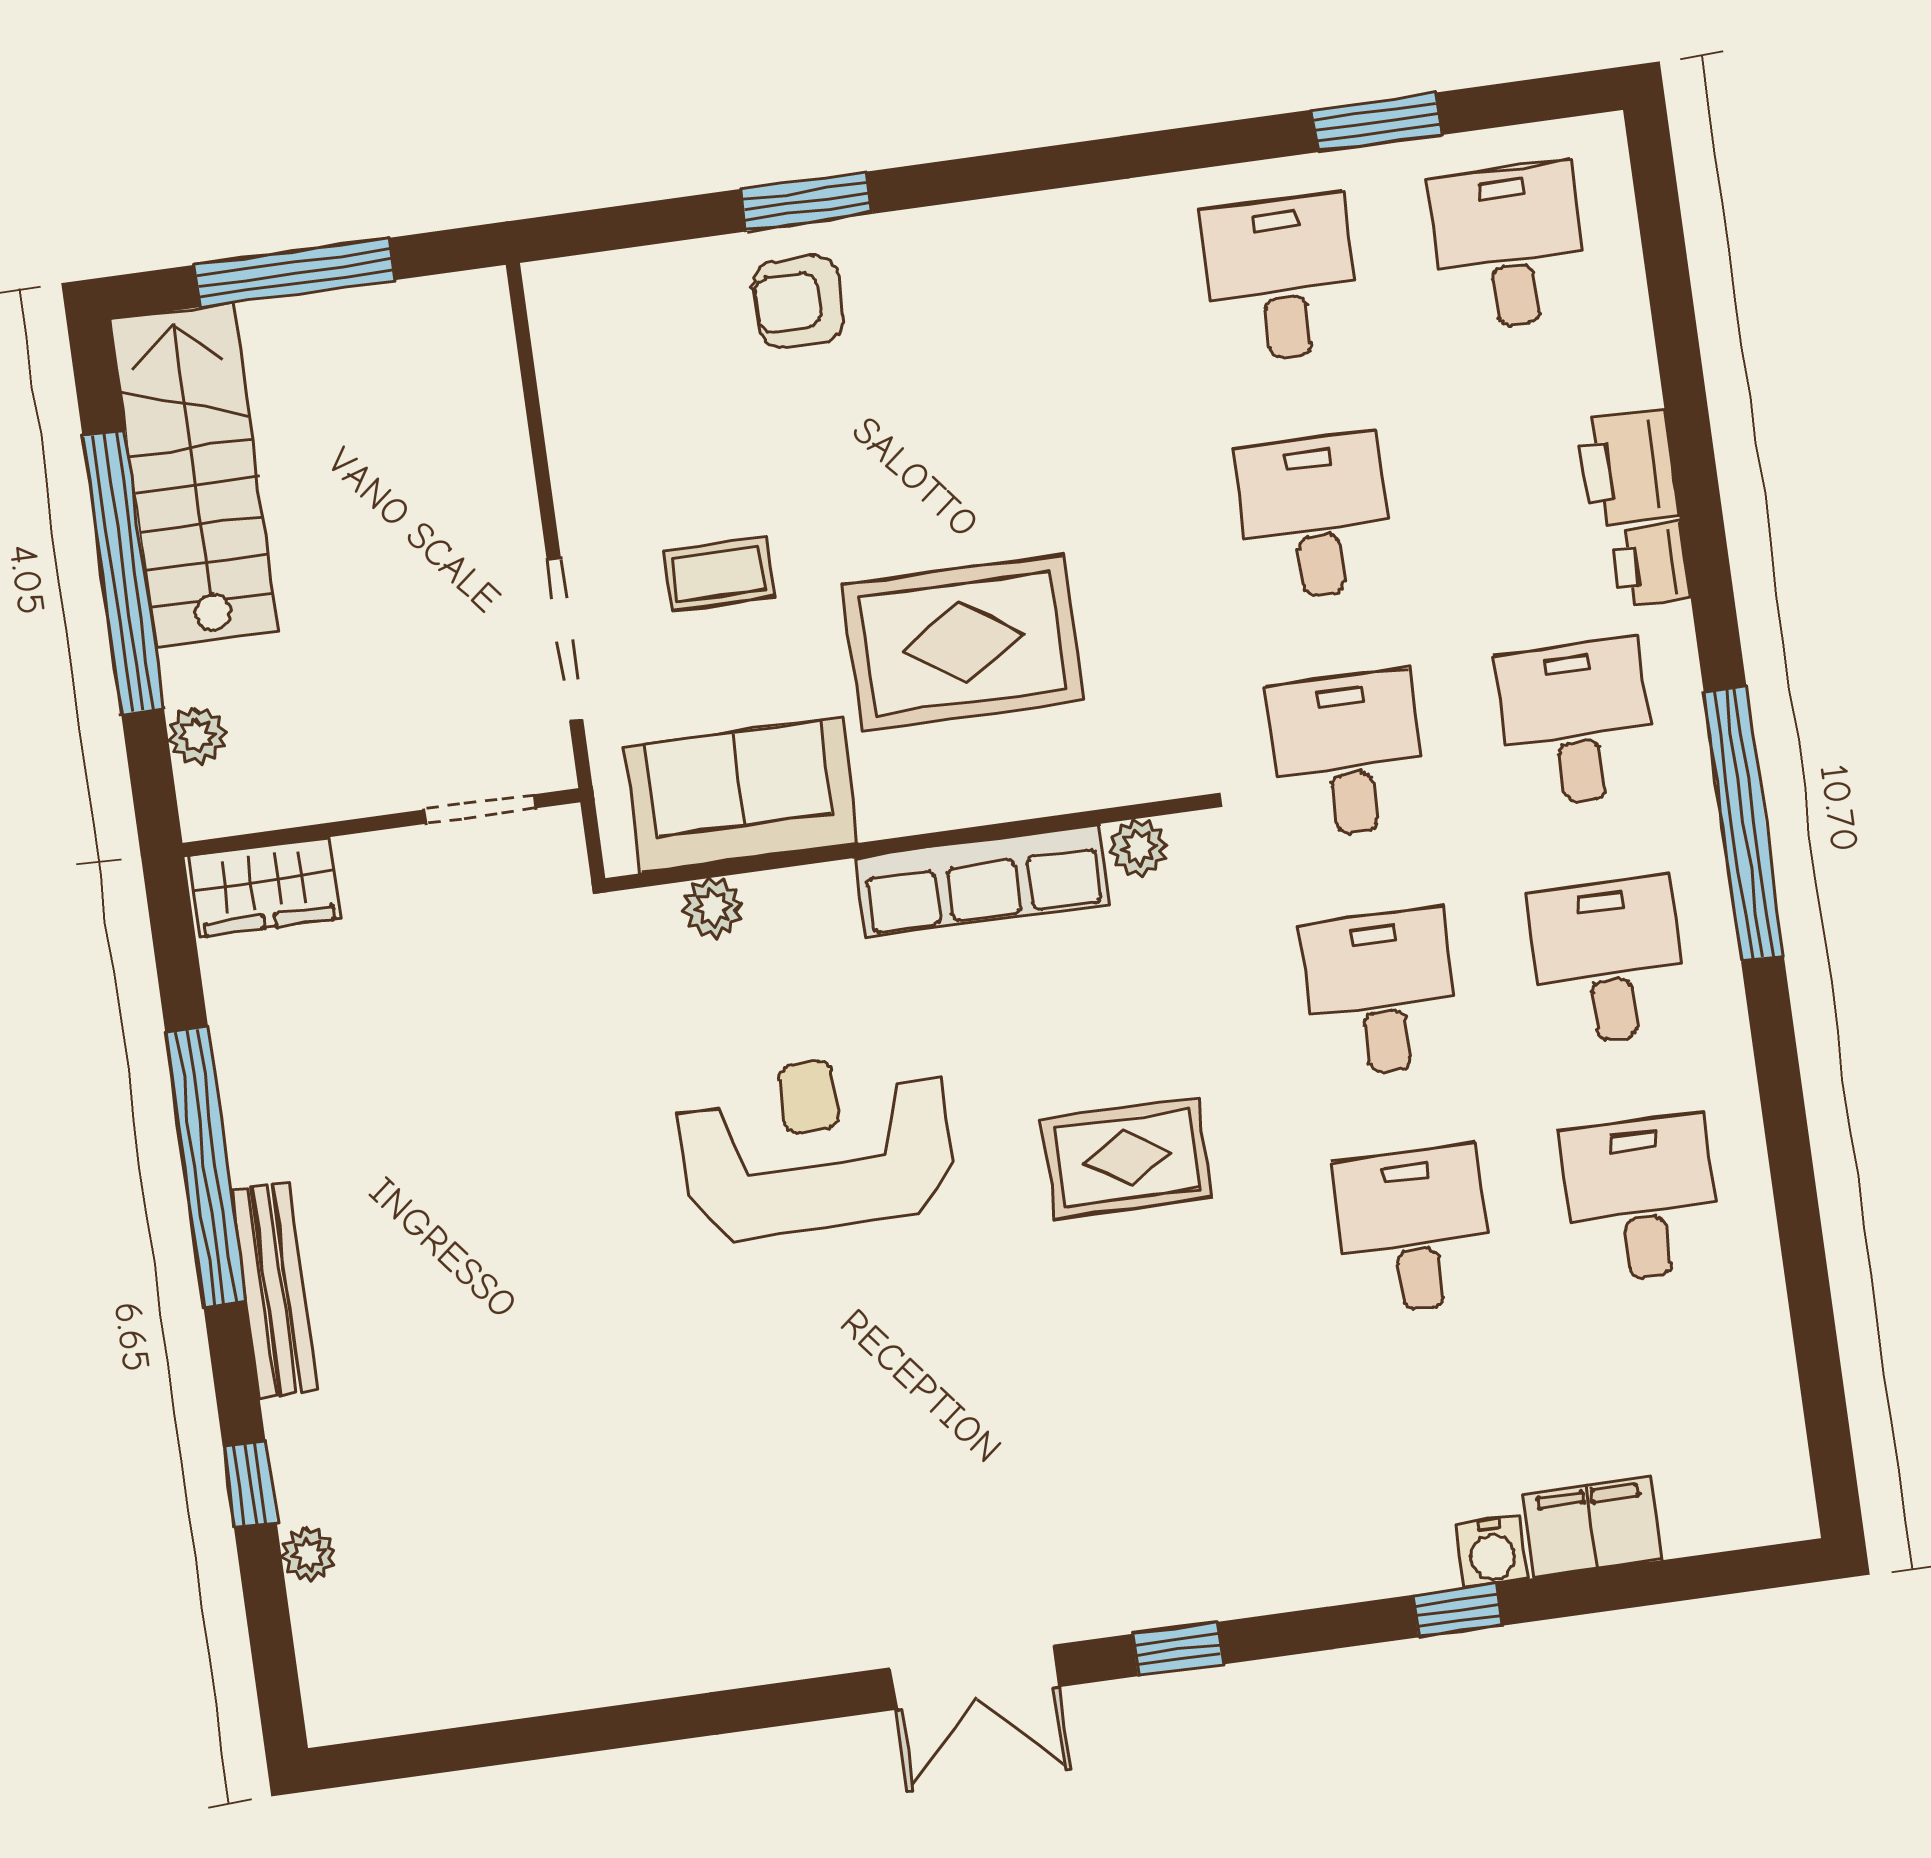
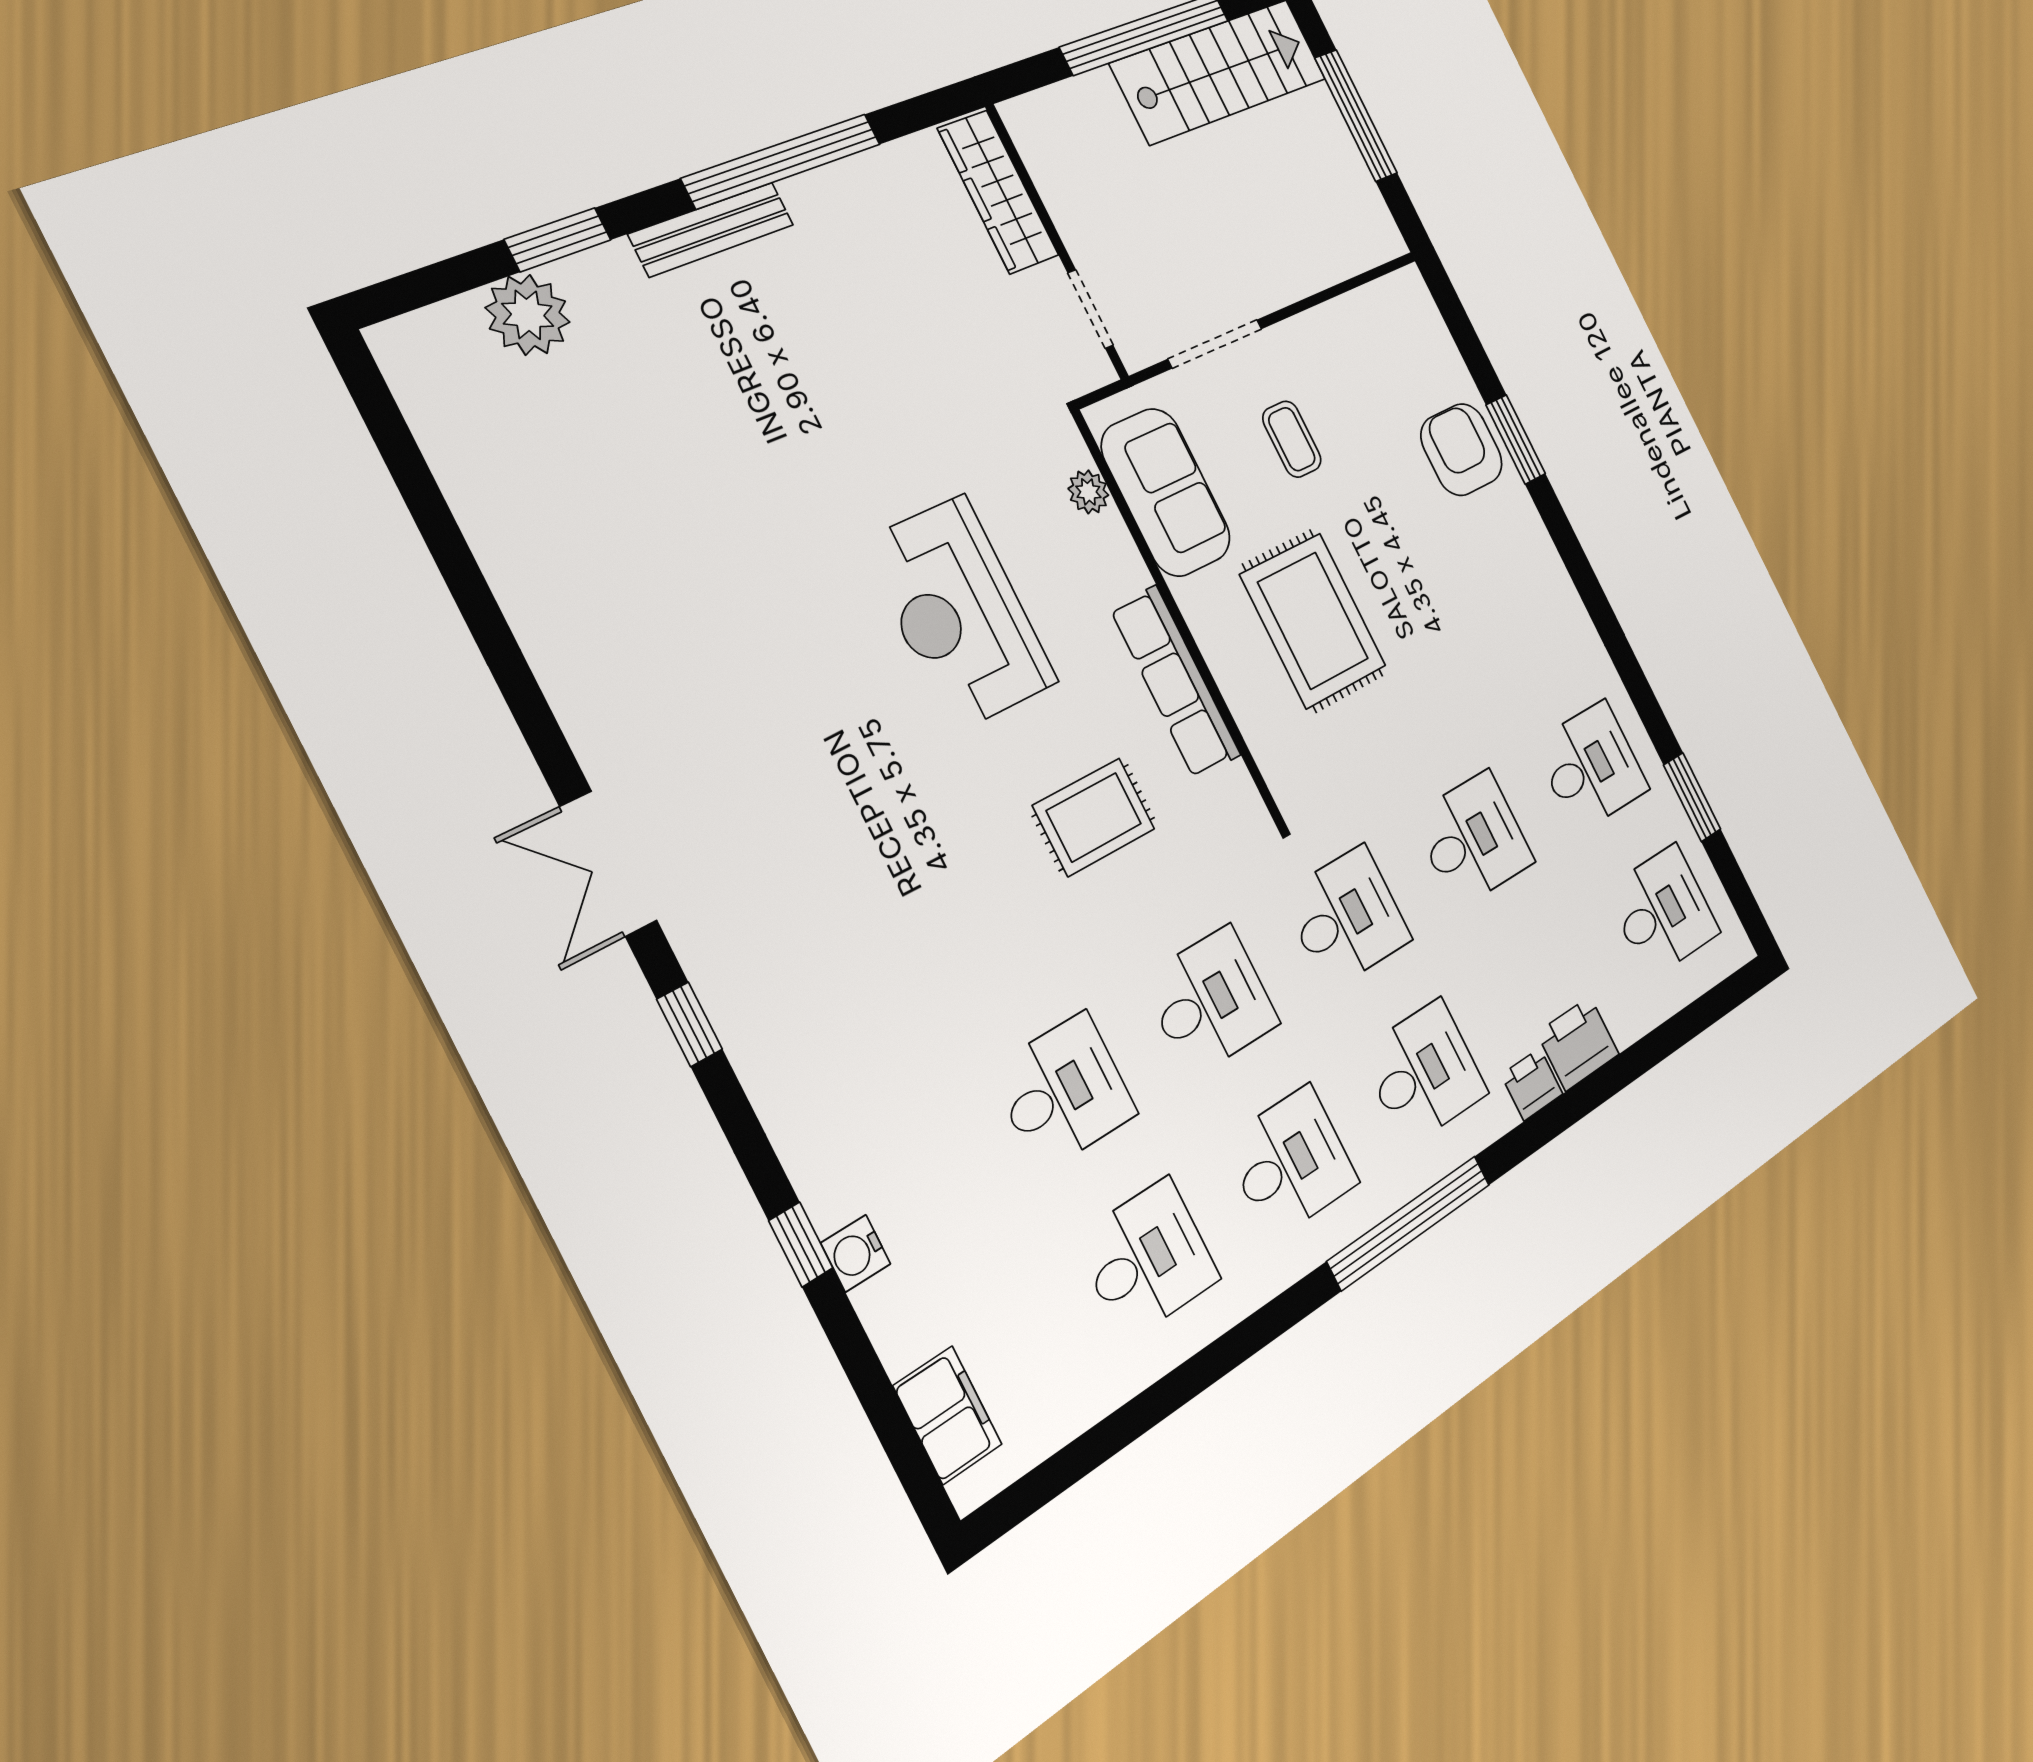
armchair: (798, 301) -> (1462, 450), width x1.38, depth x1.38
plant: (197, 736) -> (1065, 102), removed
plant: (1138, 848) -> (1236, 788), removed
wardrobe: (265, 887) -> (998, 192), width x1.50
reception desk: (815, 1145) -> (959, 613), turned 180
rug: (1127, 1158) -> (1094, 817), moved, turned 90
window: (250, 1485) -> (558, 240), width x1.50
filing cabinet: (1592, 1526) -> (948, 1415), moved
plant: (308, 1555) -> (528, 315), width x1.87, depth x1.87

